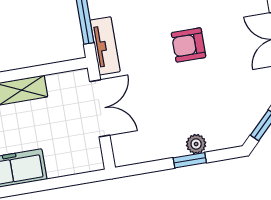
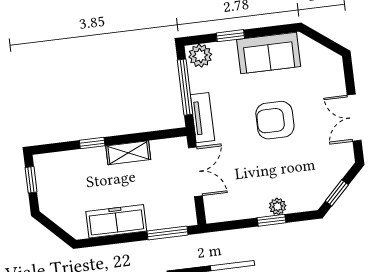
armchair: (189, 45) -> (275, 120), width x1.38, depth x1.38
window: (71, 180) -> (168, 233), added

